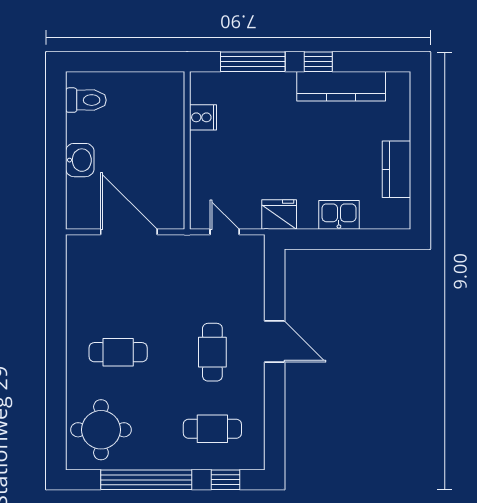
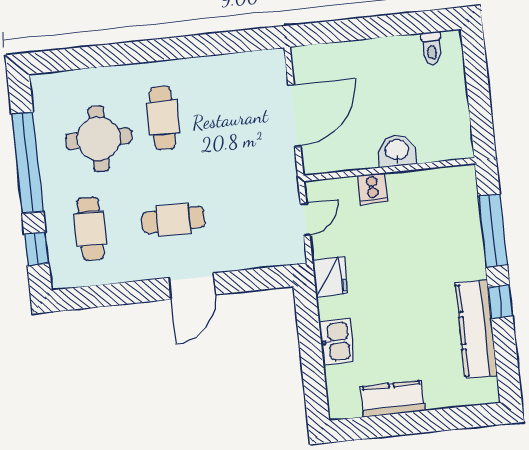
toilet: (86, 100) -> (432, 48), width x0.73, depth x0.72
cooker: (203, 117) -> (373, 189), moved
washbasin: (80, 160) -> (397, 151), moved, turned 180
round table: (101, 430) -> (99, 139), moved

